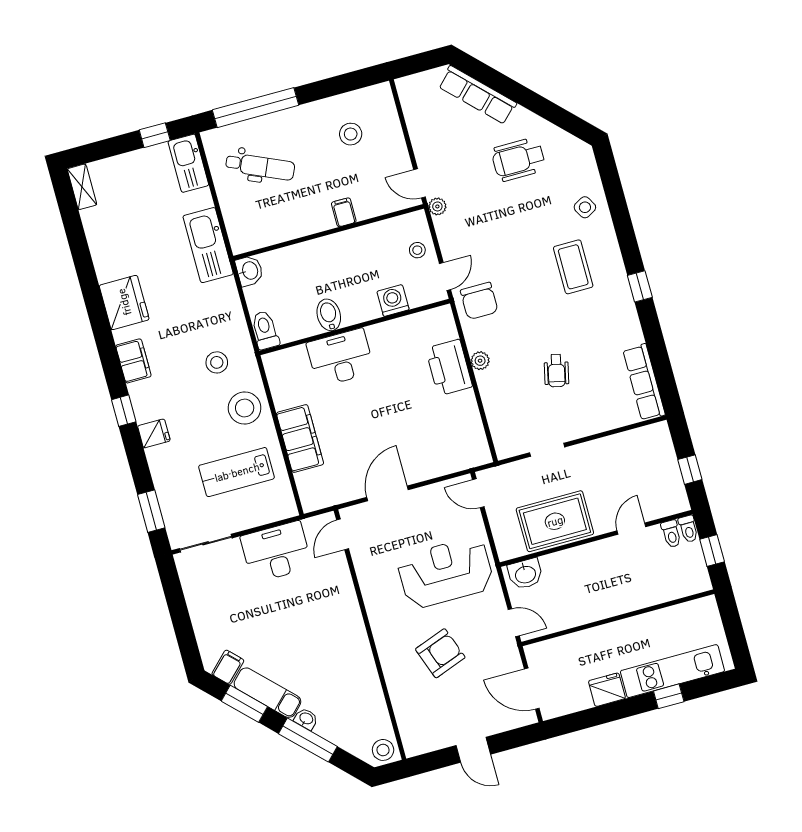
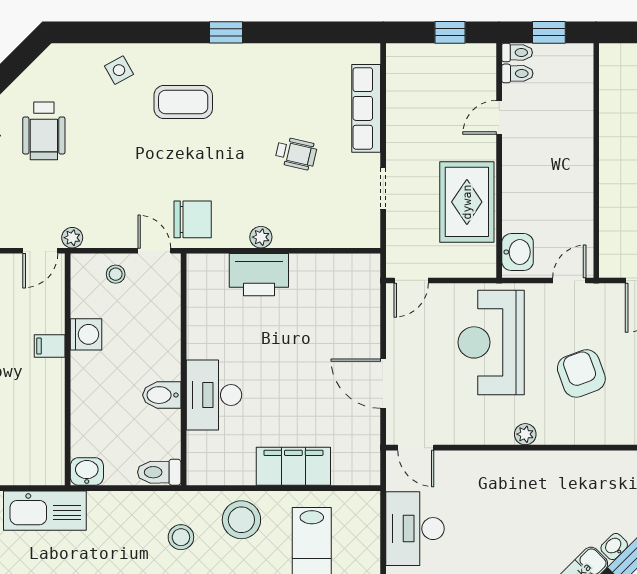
washing machine: (393, 300) -> (86, 334), moved, turned 180
row of seats: (644, 382) -> (366, 108), moved, turned 90
door: (631, 529) -> (499, 117), hinge flipped
plant: (378, 621) -> (525, 434), added

